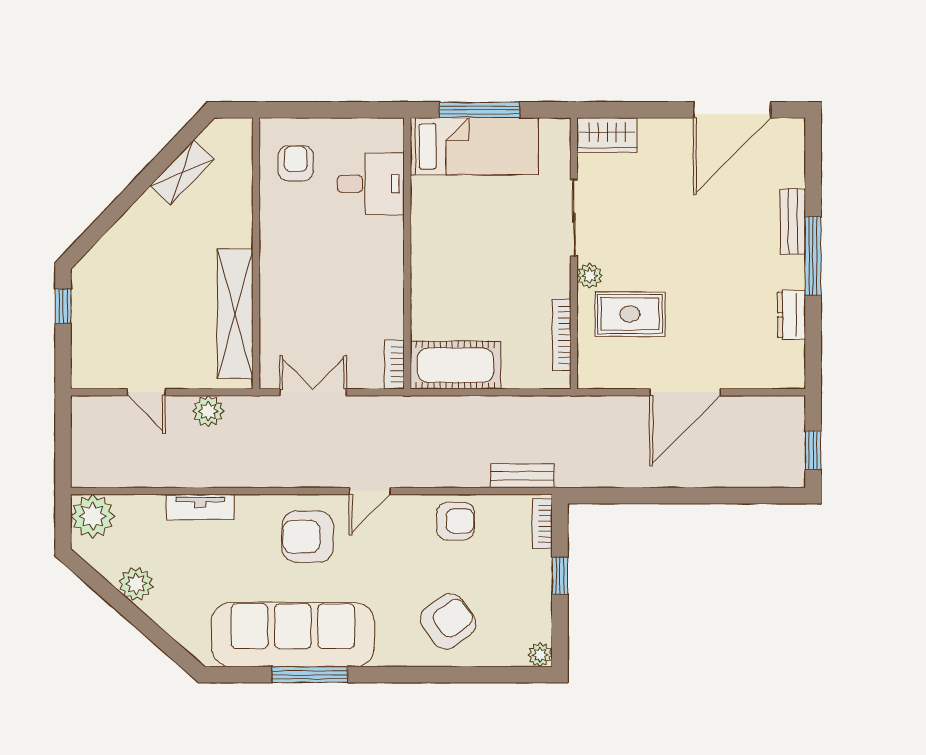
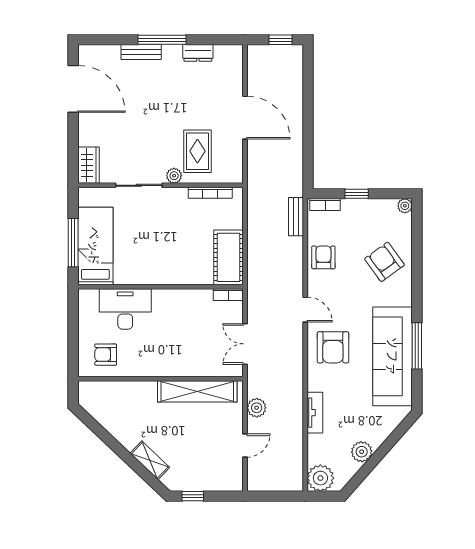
shelving: (182, 172) -> (150, 460), moved
desk: (371, 184) -> (125, 309), width x1.37

